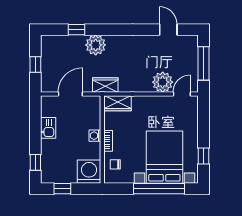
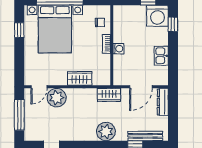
bench: (66, 40) -> (145, 136), added
plant: (96, 45) -> (106, 132), moved
window: (35, 65) -> (173, 114), removed
dresser: (46, 77) -> (163, 102), added
wardrobe: (118, 103) -> (80, 78), moved
washing machine: (89, 172) -> (157, 16), moved

